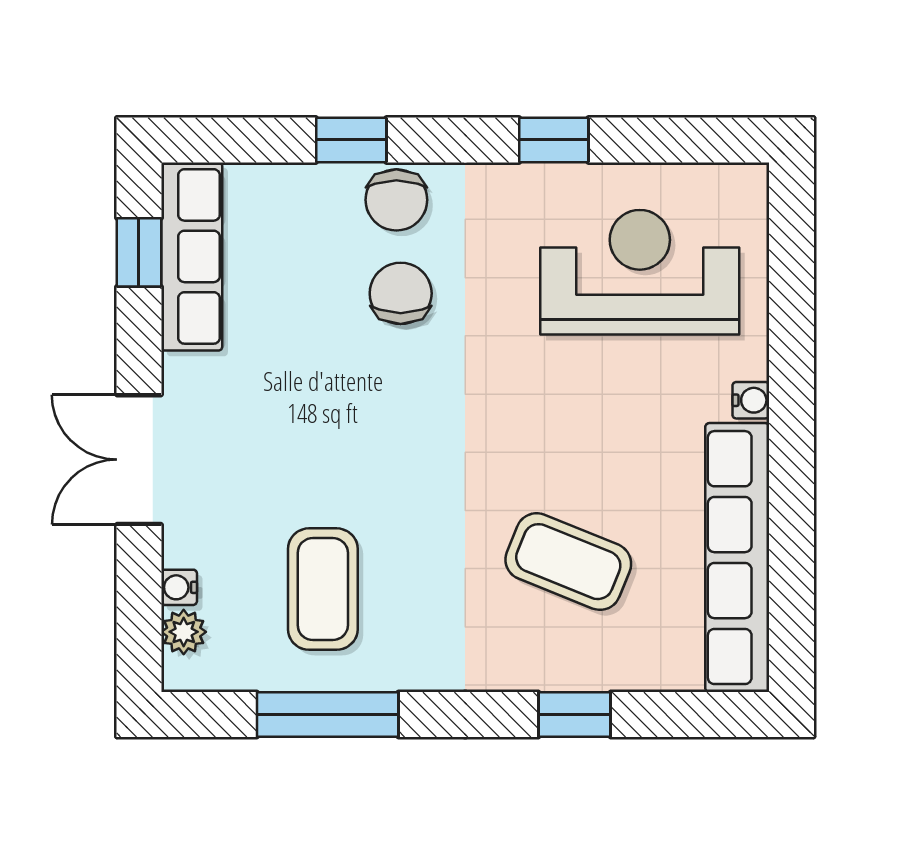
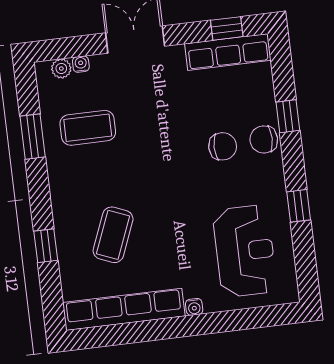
window: (328, 714) -> (33, 137), width x0.69

